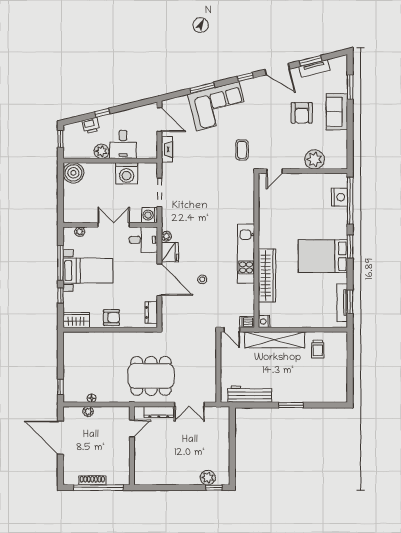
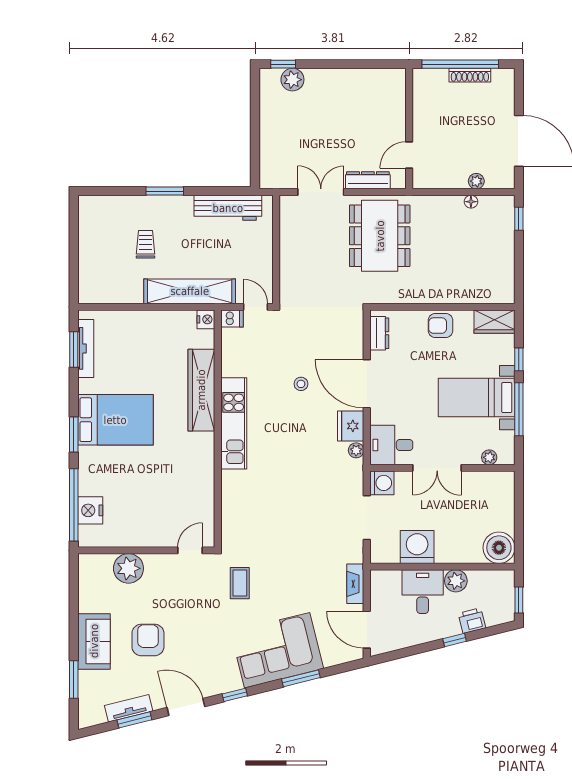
trolley: (318, 349) -> (145, 244), moved
dining table: (151, 376) -> (380, 236), turned 90

